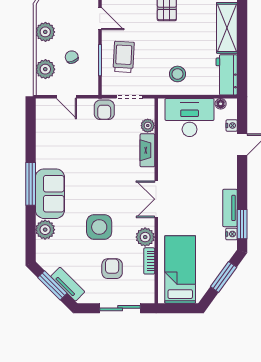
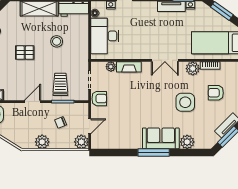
trolley: (124, 57) -> (60, 84), turned 87
plant: (45, 69) -> (81, 142), moved
stool: (178, 74) -> (57, 41), moved

